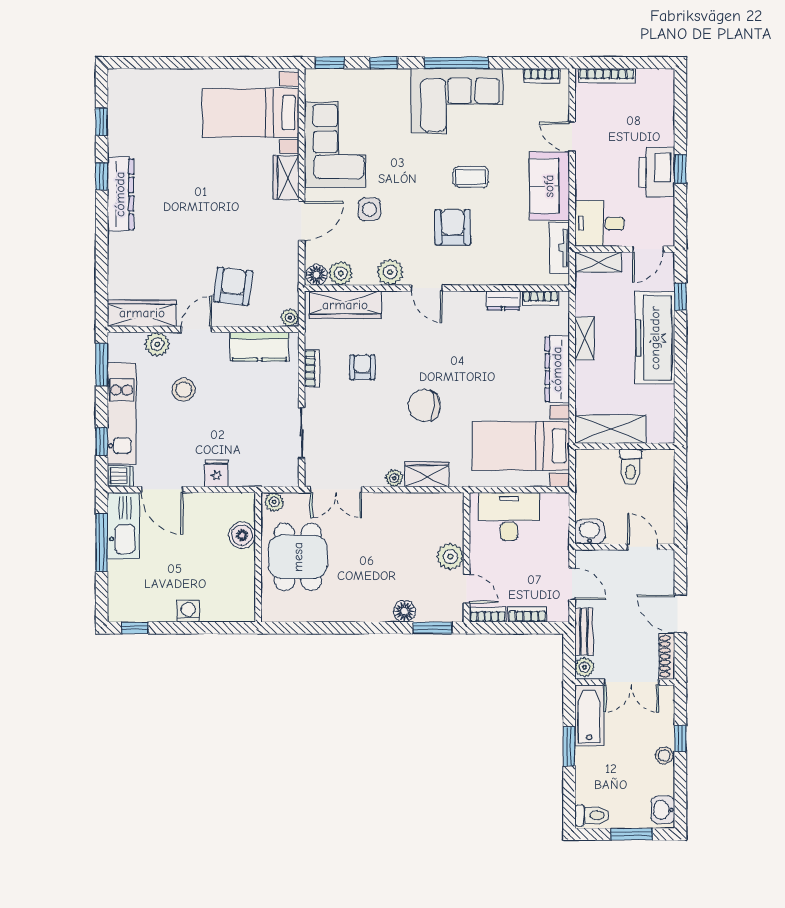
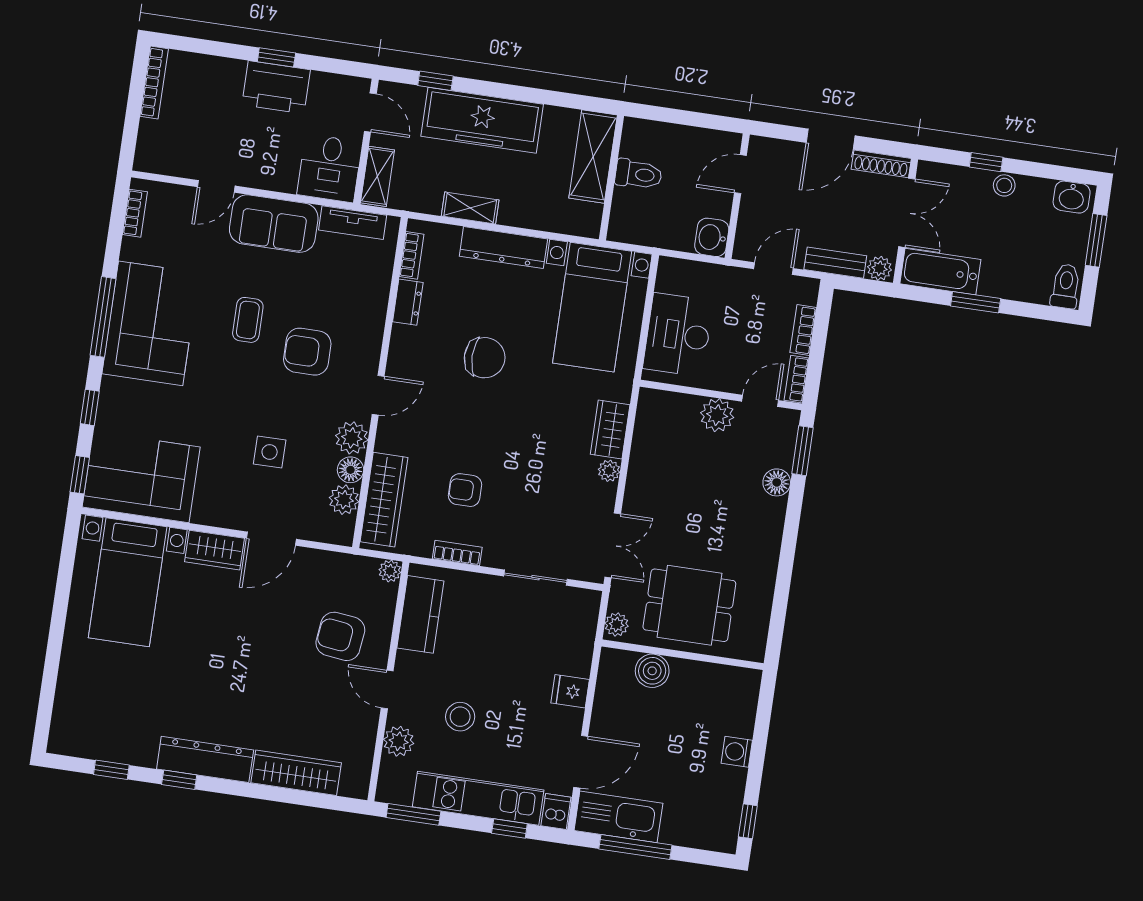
bookcase: (607, 76) -> (154, 83), moved
corner sofa: (335, 145) -> (141, 477), moved
door: (302, 221) -> (271, 539), swing flipped
floor lamp: (317, 275) -> (350, 470), moved
wardrobe: (142, 313) -> (296, 773), moved, turned 90
chair: (424, 405) -> (485, 358), moved, turned -90
shelving: (610, 429) -> (593, 157), moved

